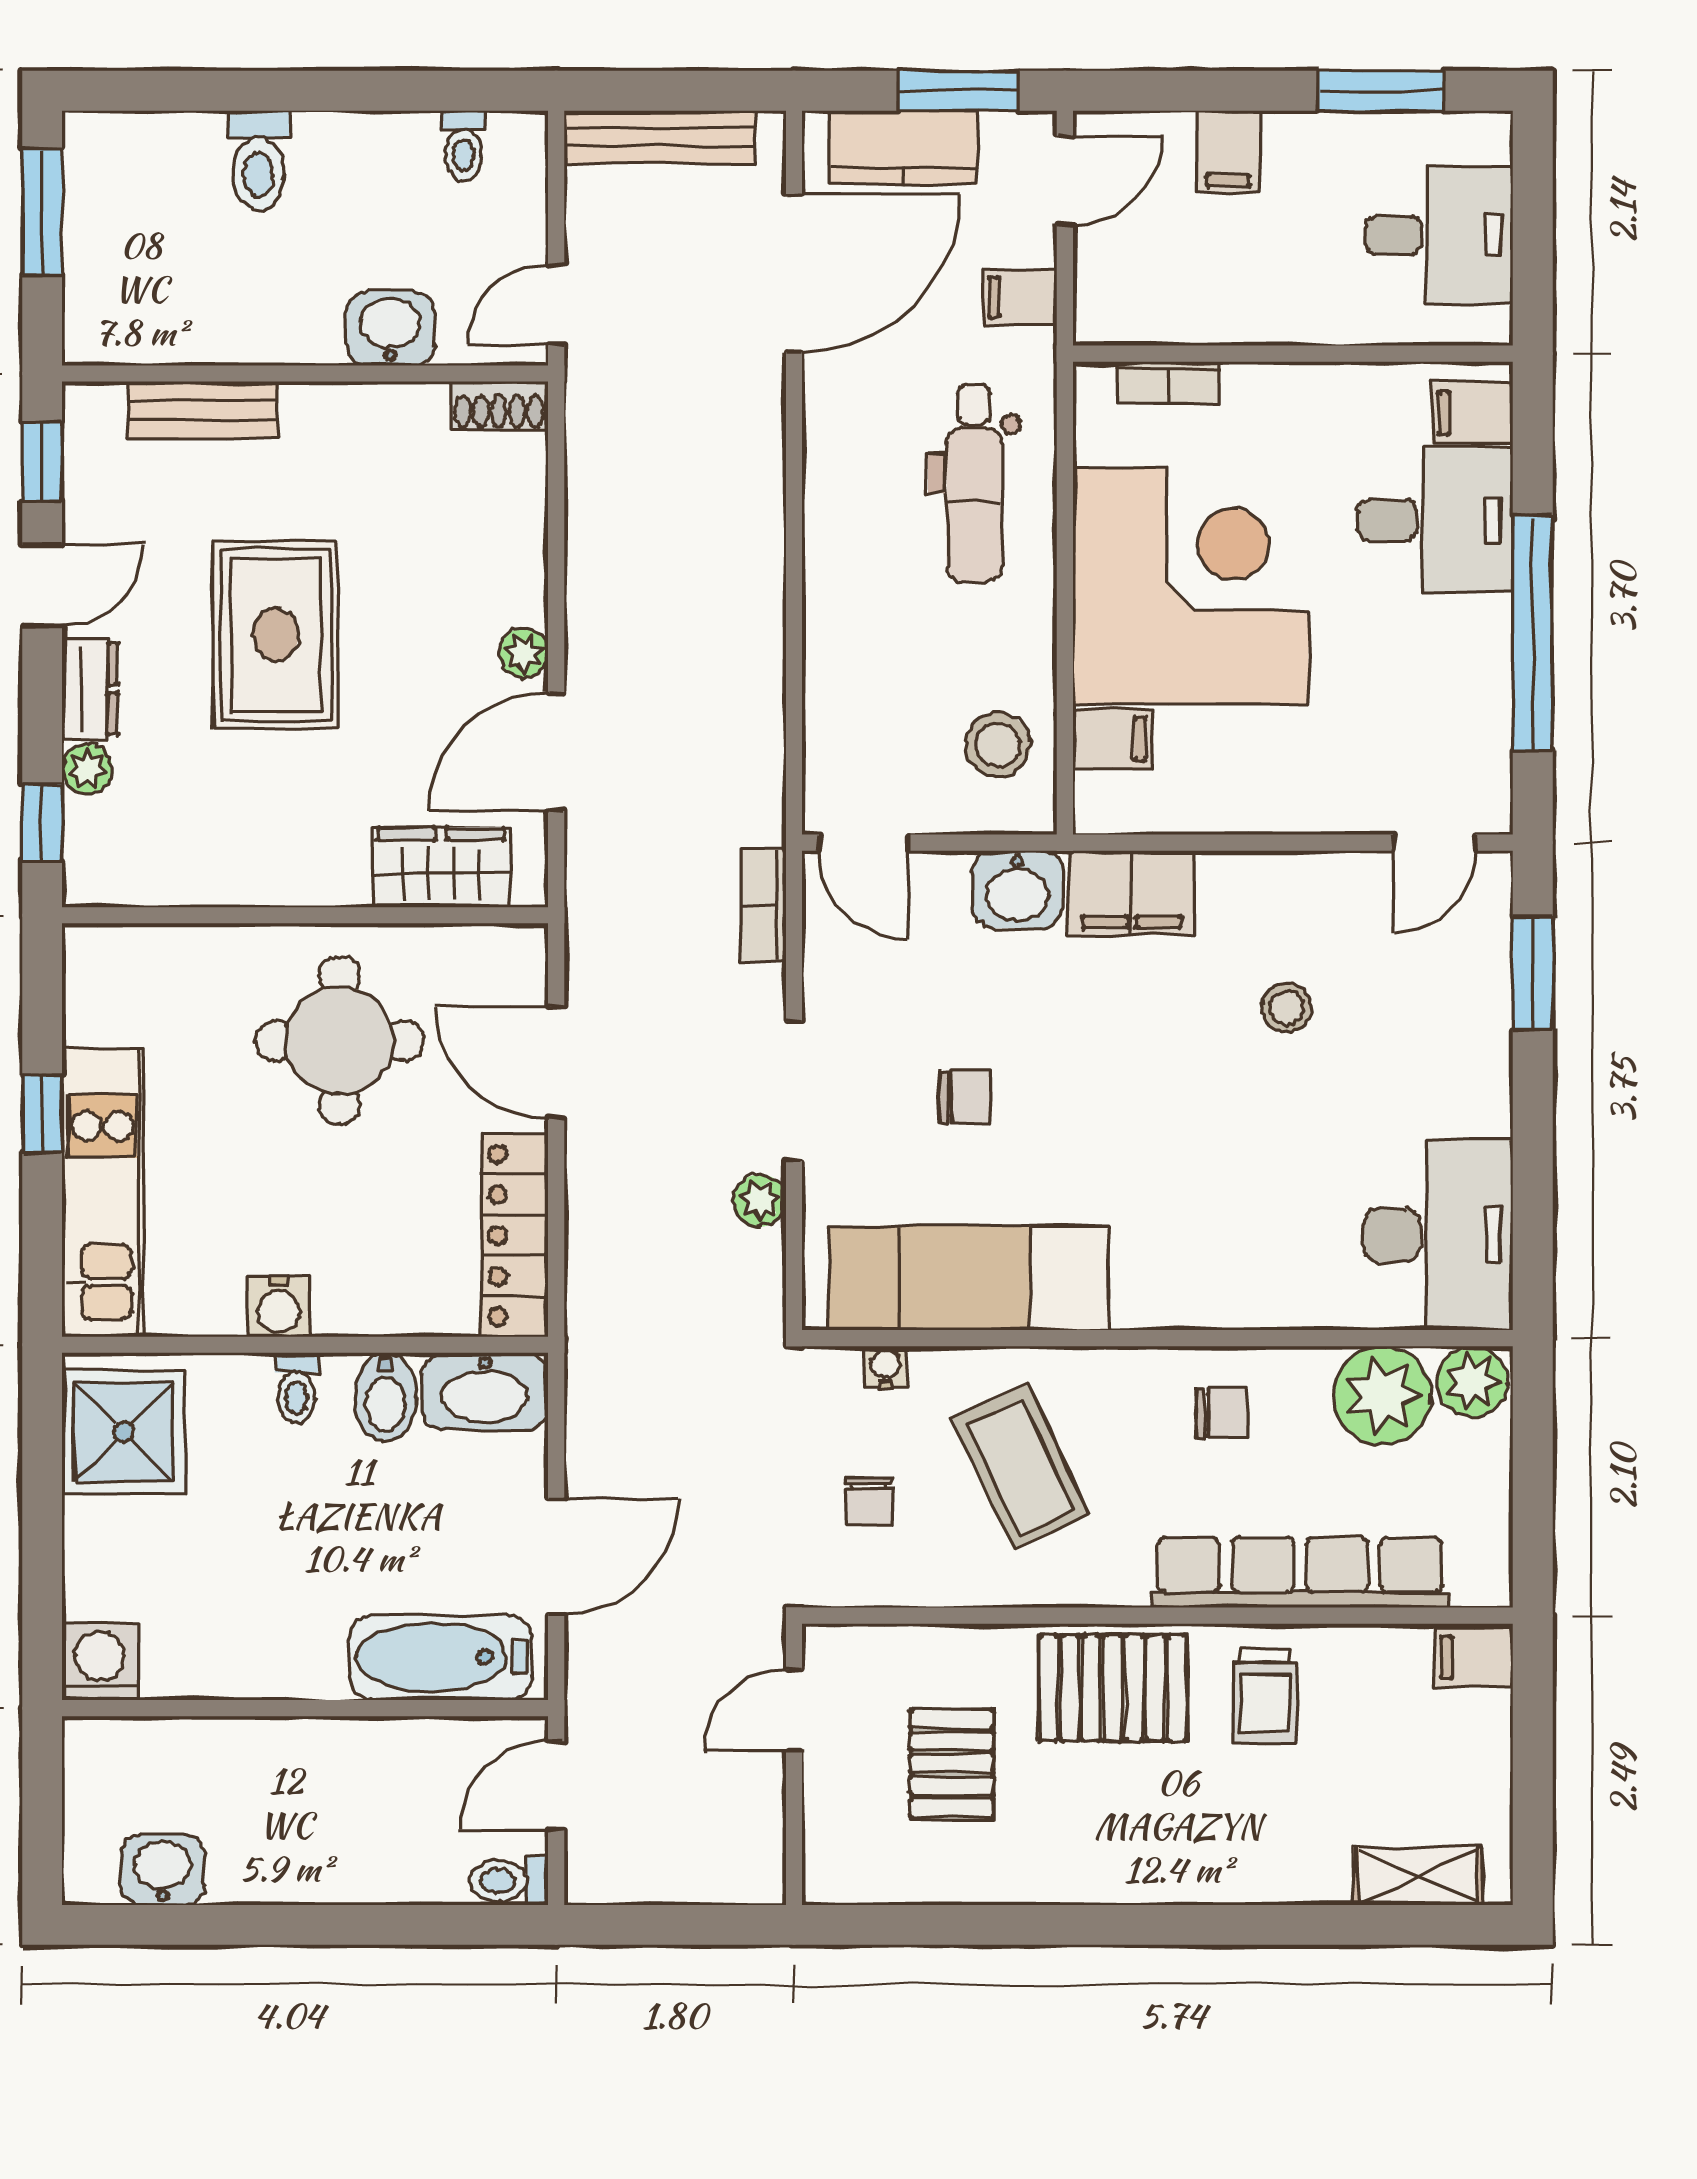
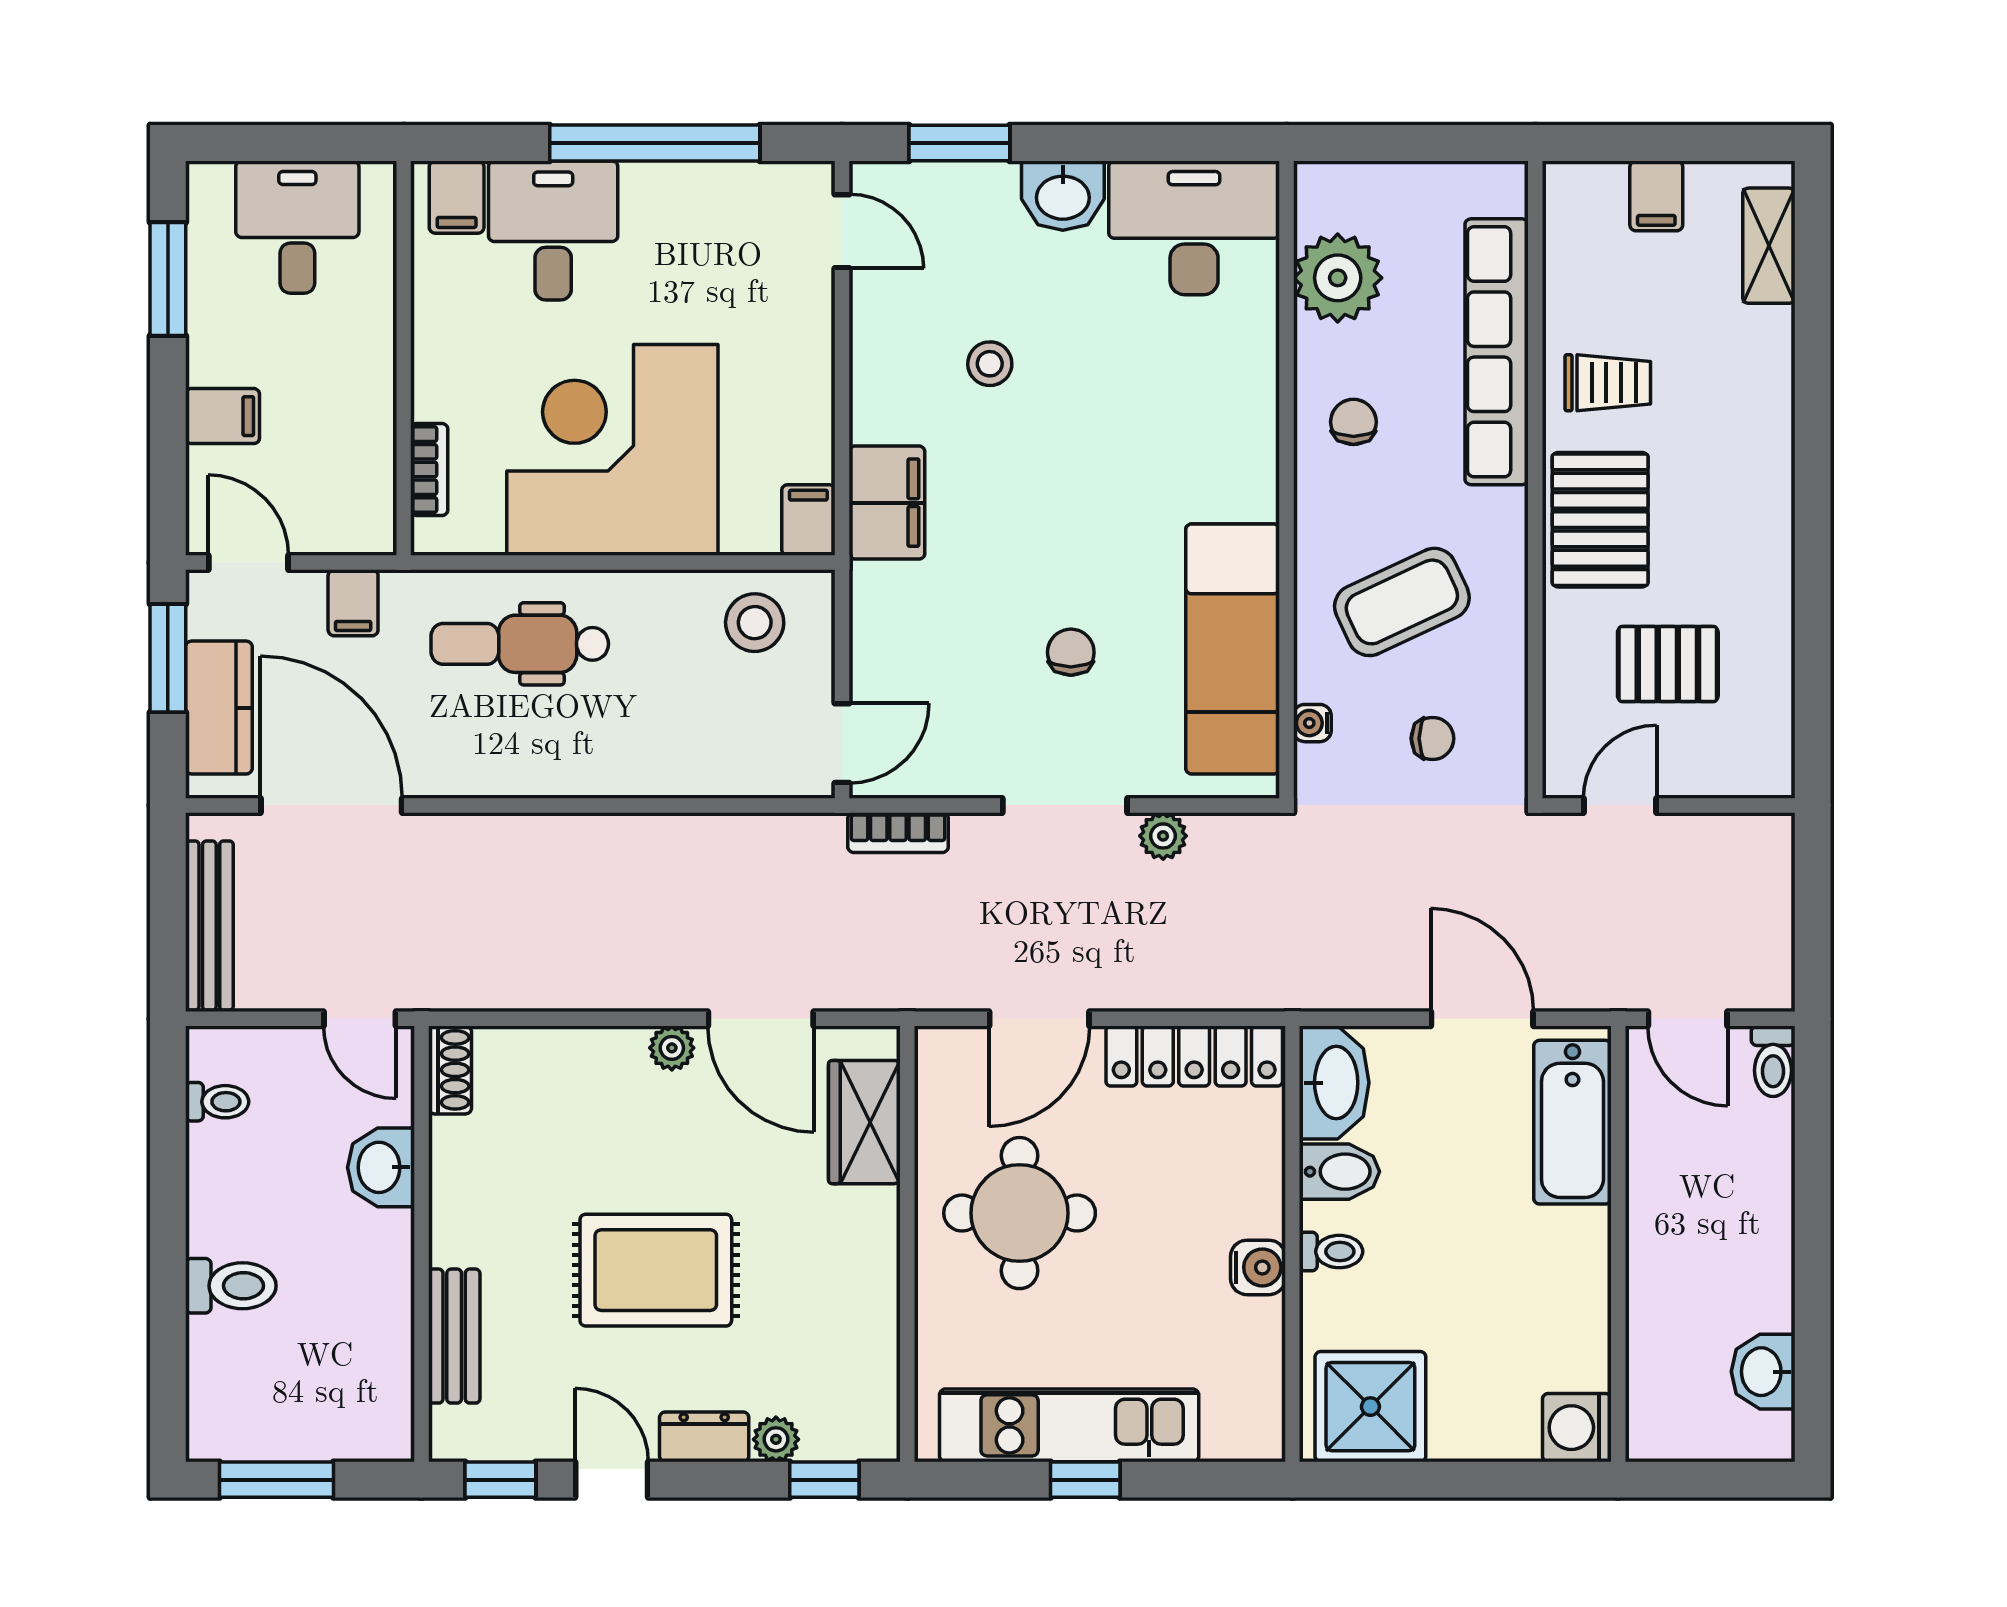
dental chair: (974, 483) -> (520, 644), turned 180
filing cabinet: (1112, 739) -> (808, 520), moved
washbasin: (1017, 889) -> (1063, 196), moved, turned 90
kitchen unit: (103, 1192) -> (1069, 1425), moved
plant: (1472, 1382) -> (1325, 197), removed
filing cabinet: (1474, 1657) -> (1656, 196), moved
door: (794, 1710) -> (1620, 805), swing flipped

